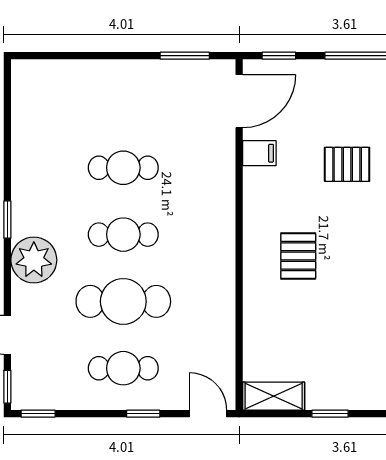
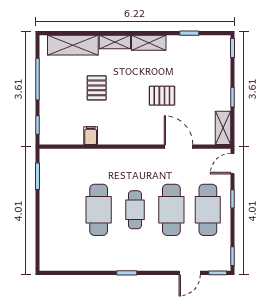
door: (239, 101) -> (179, 147), moved
cafe table: (123, 168) -> (99, 210), width x1.37, depth x1.35
pallet: (298, 256) -> (162, 96), moved
plant: (34, 260) -> (149, 259), removed
cafe table: (123, 368) -> (208, 210), width x1.37, depth x1.35

